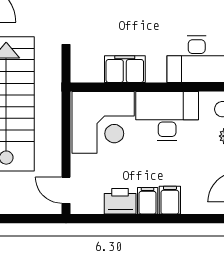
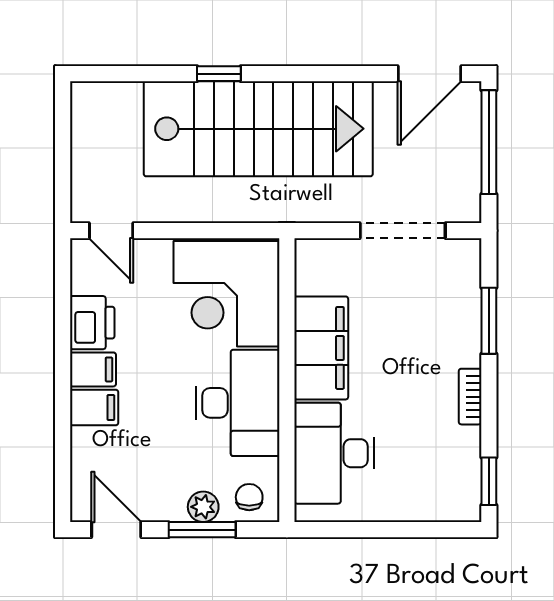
filing cabinet: (125, 69) -> (321, 348), width x1.50, depth x1.17
door: (66, 190) -> (111, 231), swing flipped

